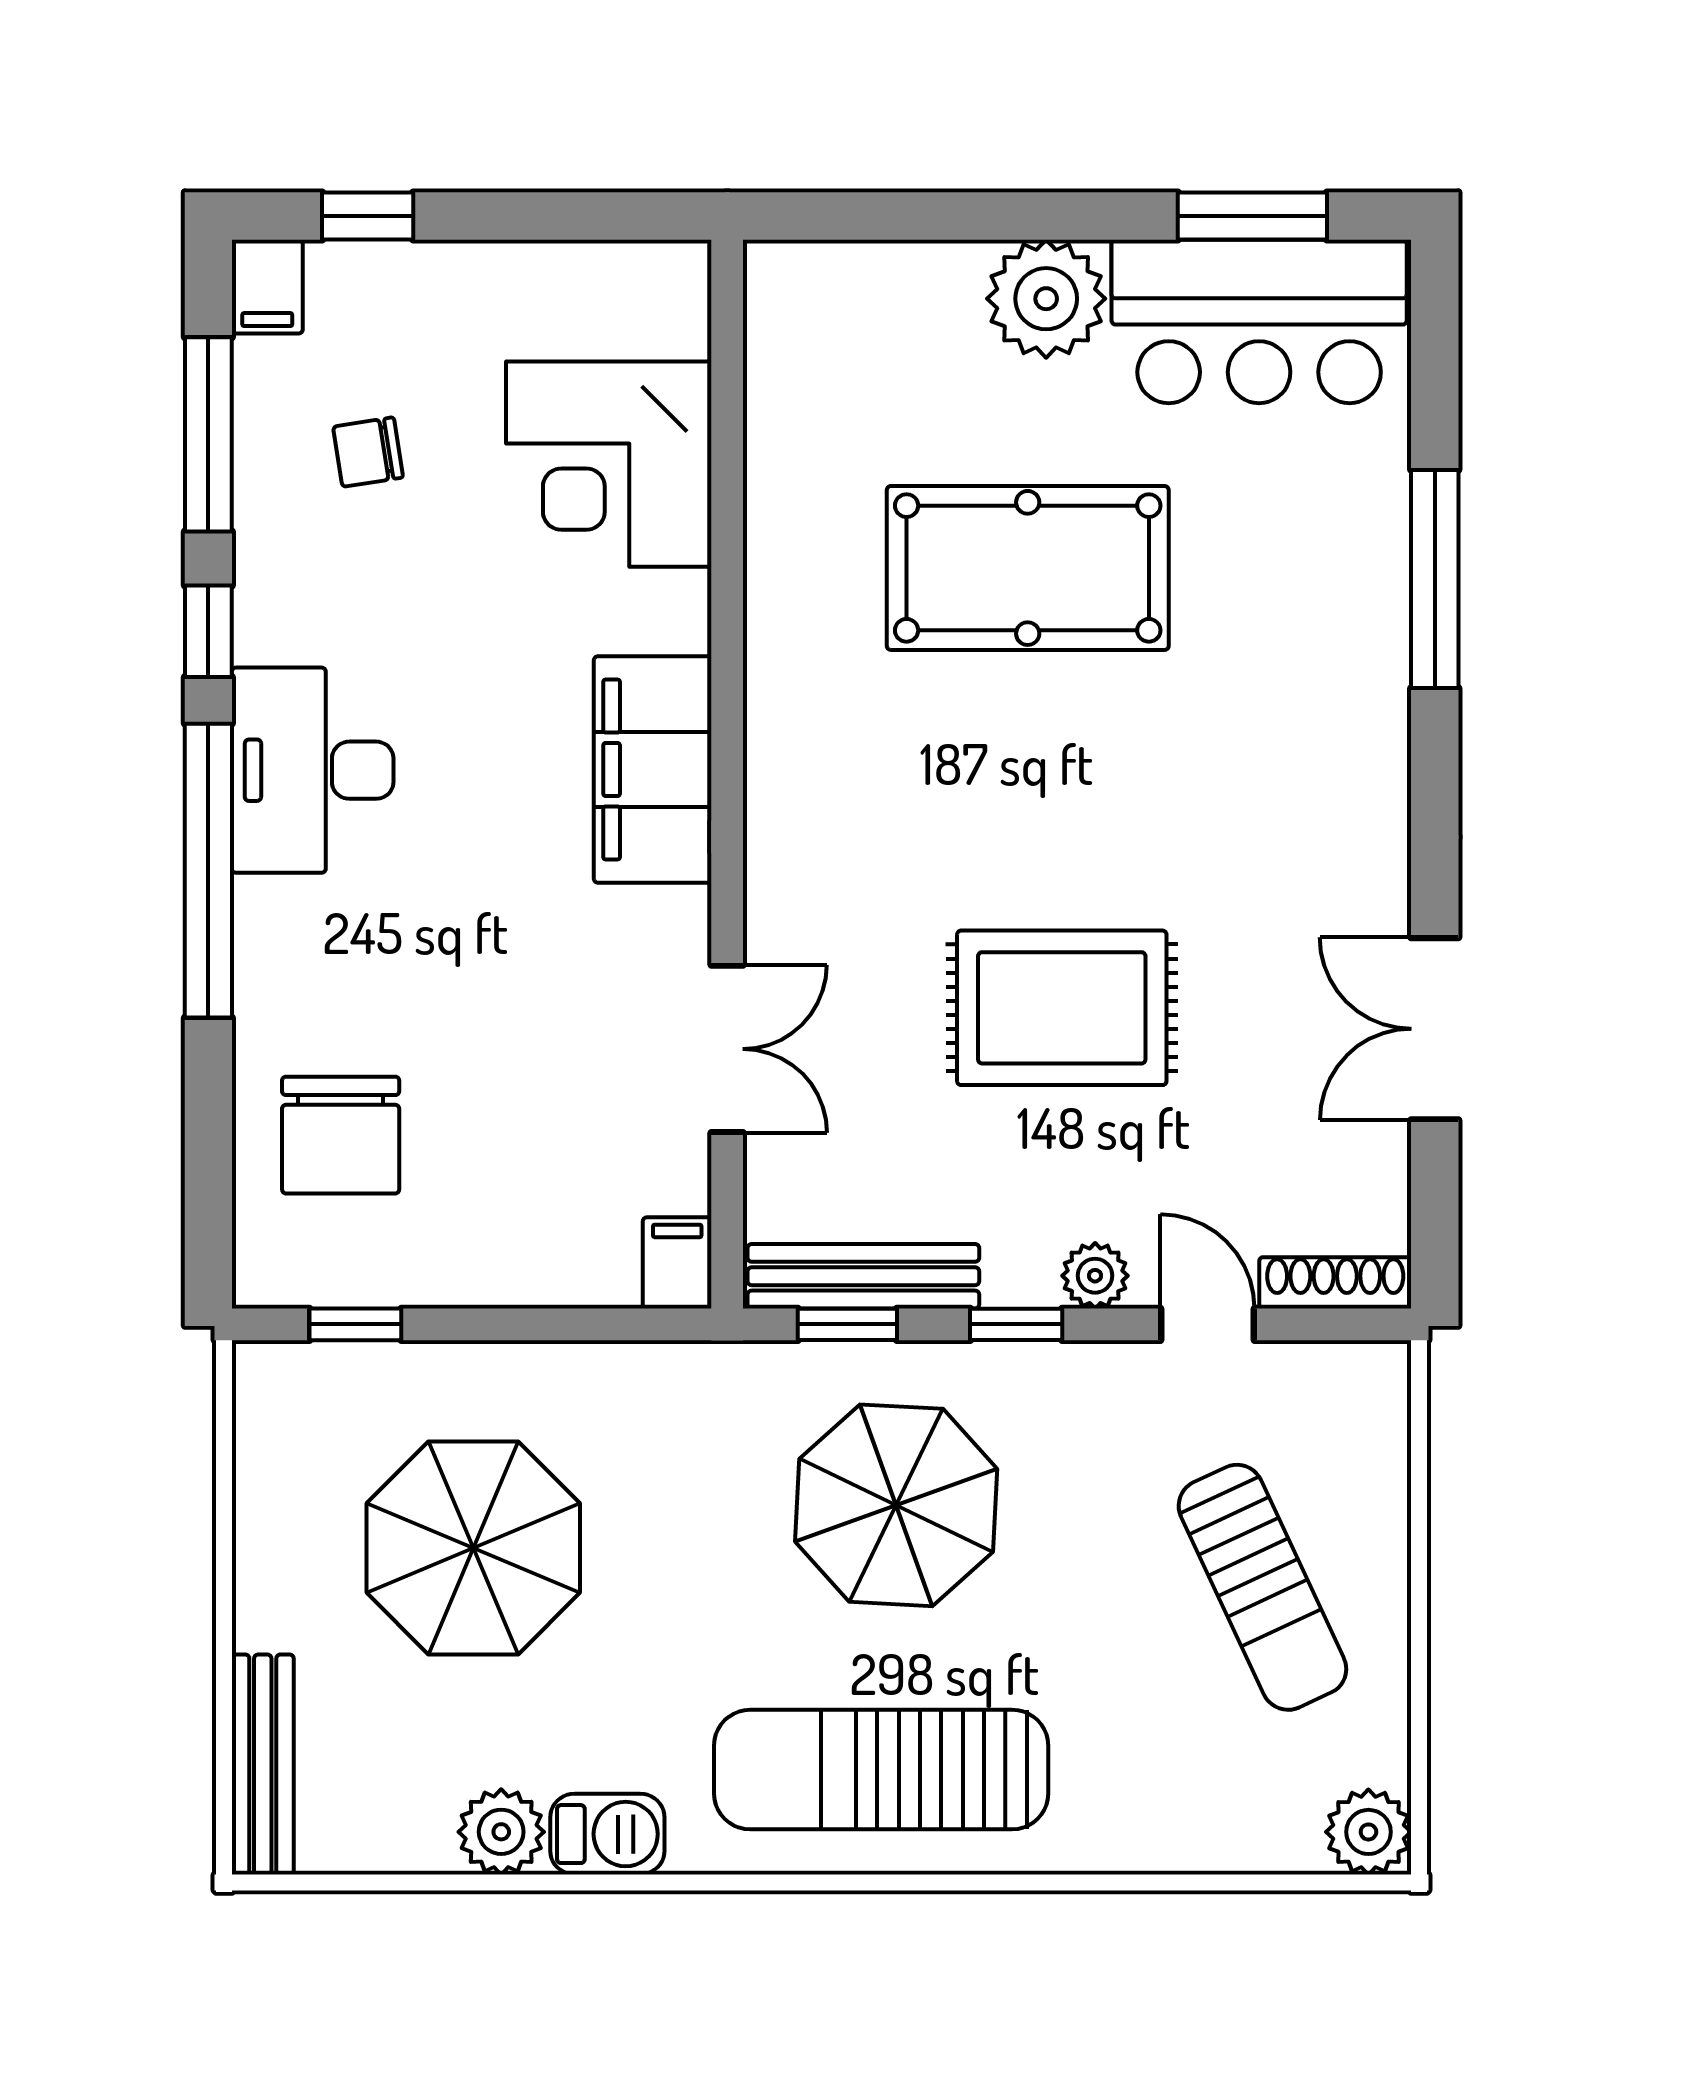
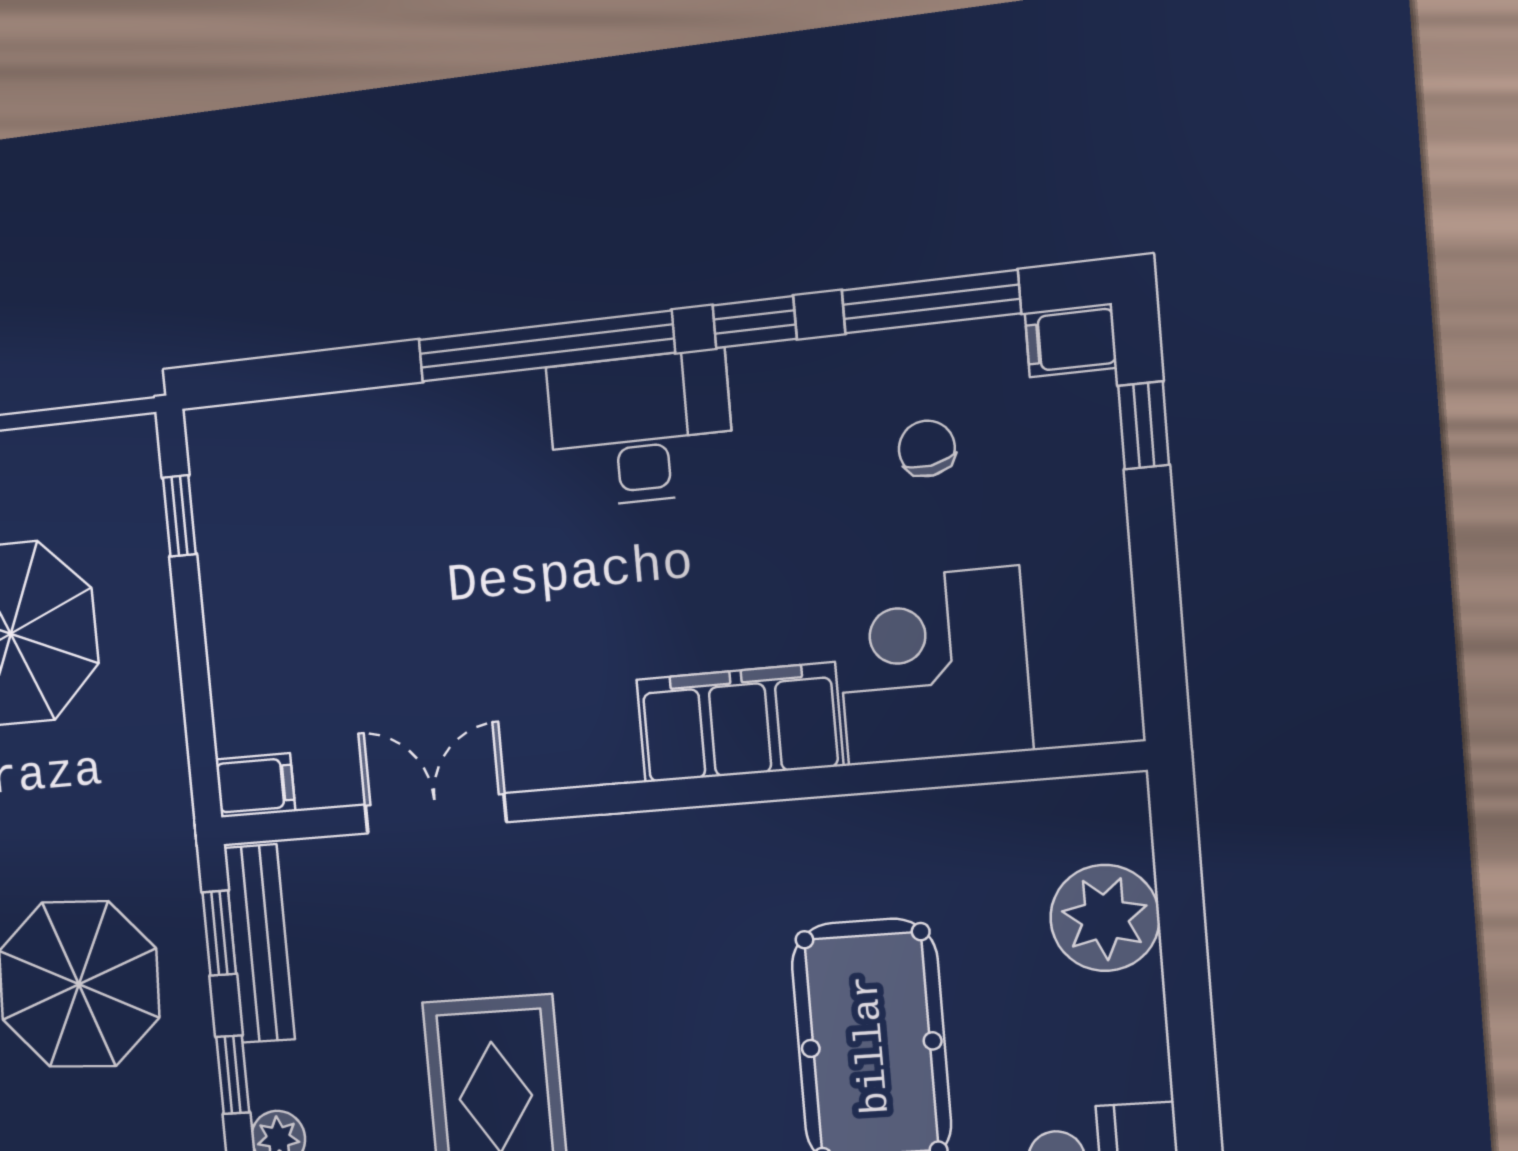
plant: (1046, 299) -> (1105, 918), moved
filing cabinet: (653, 770) -> (739, 723), moved
double door: (727, 1049) -> (436, 813), swing flipped
chair: (341, 1135) -> (333, 487), removed

